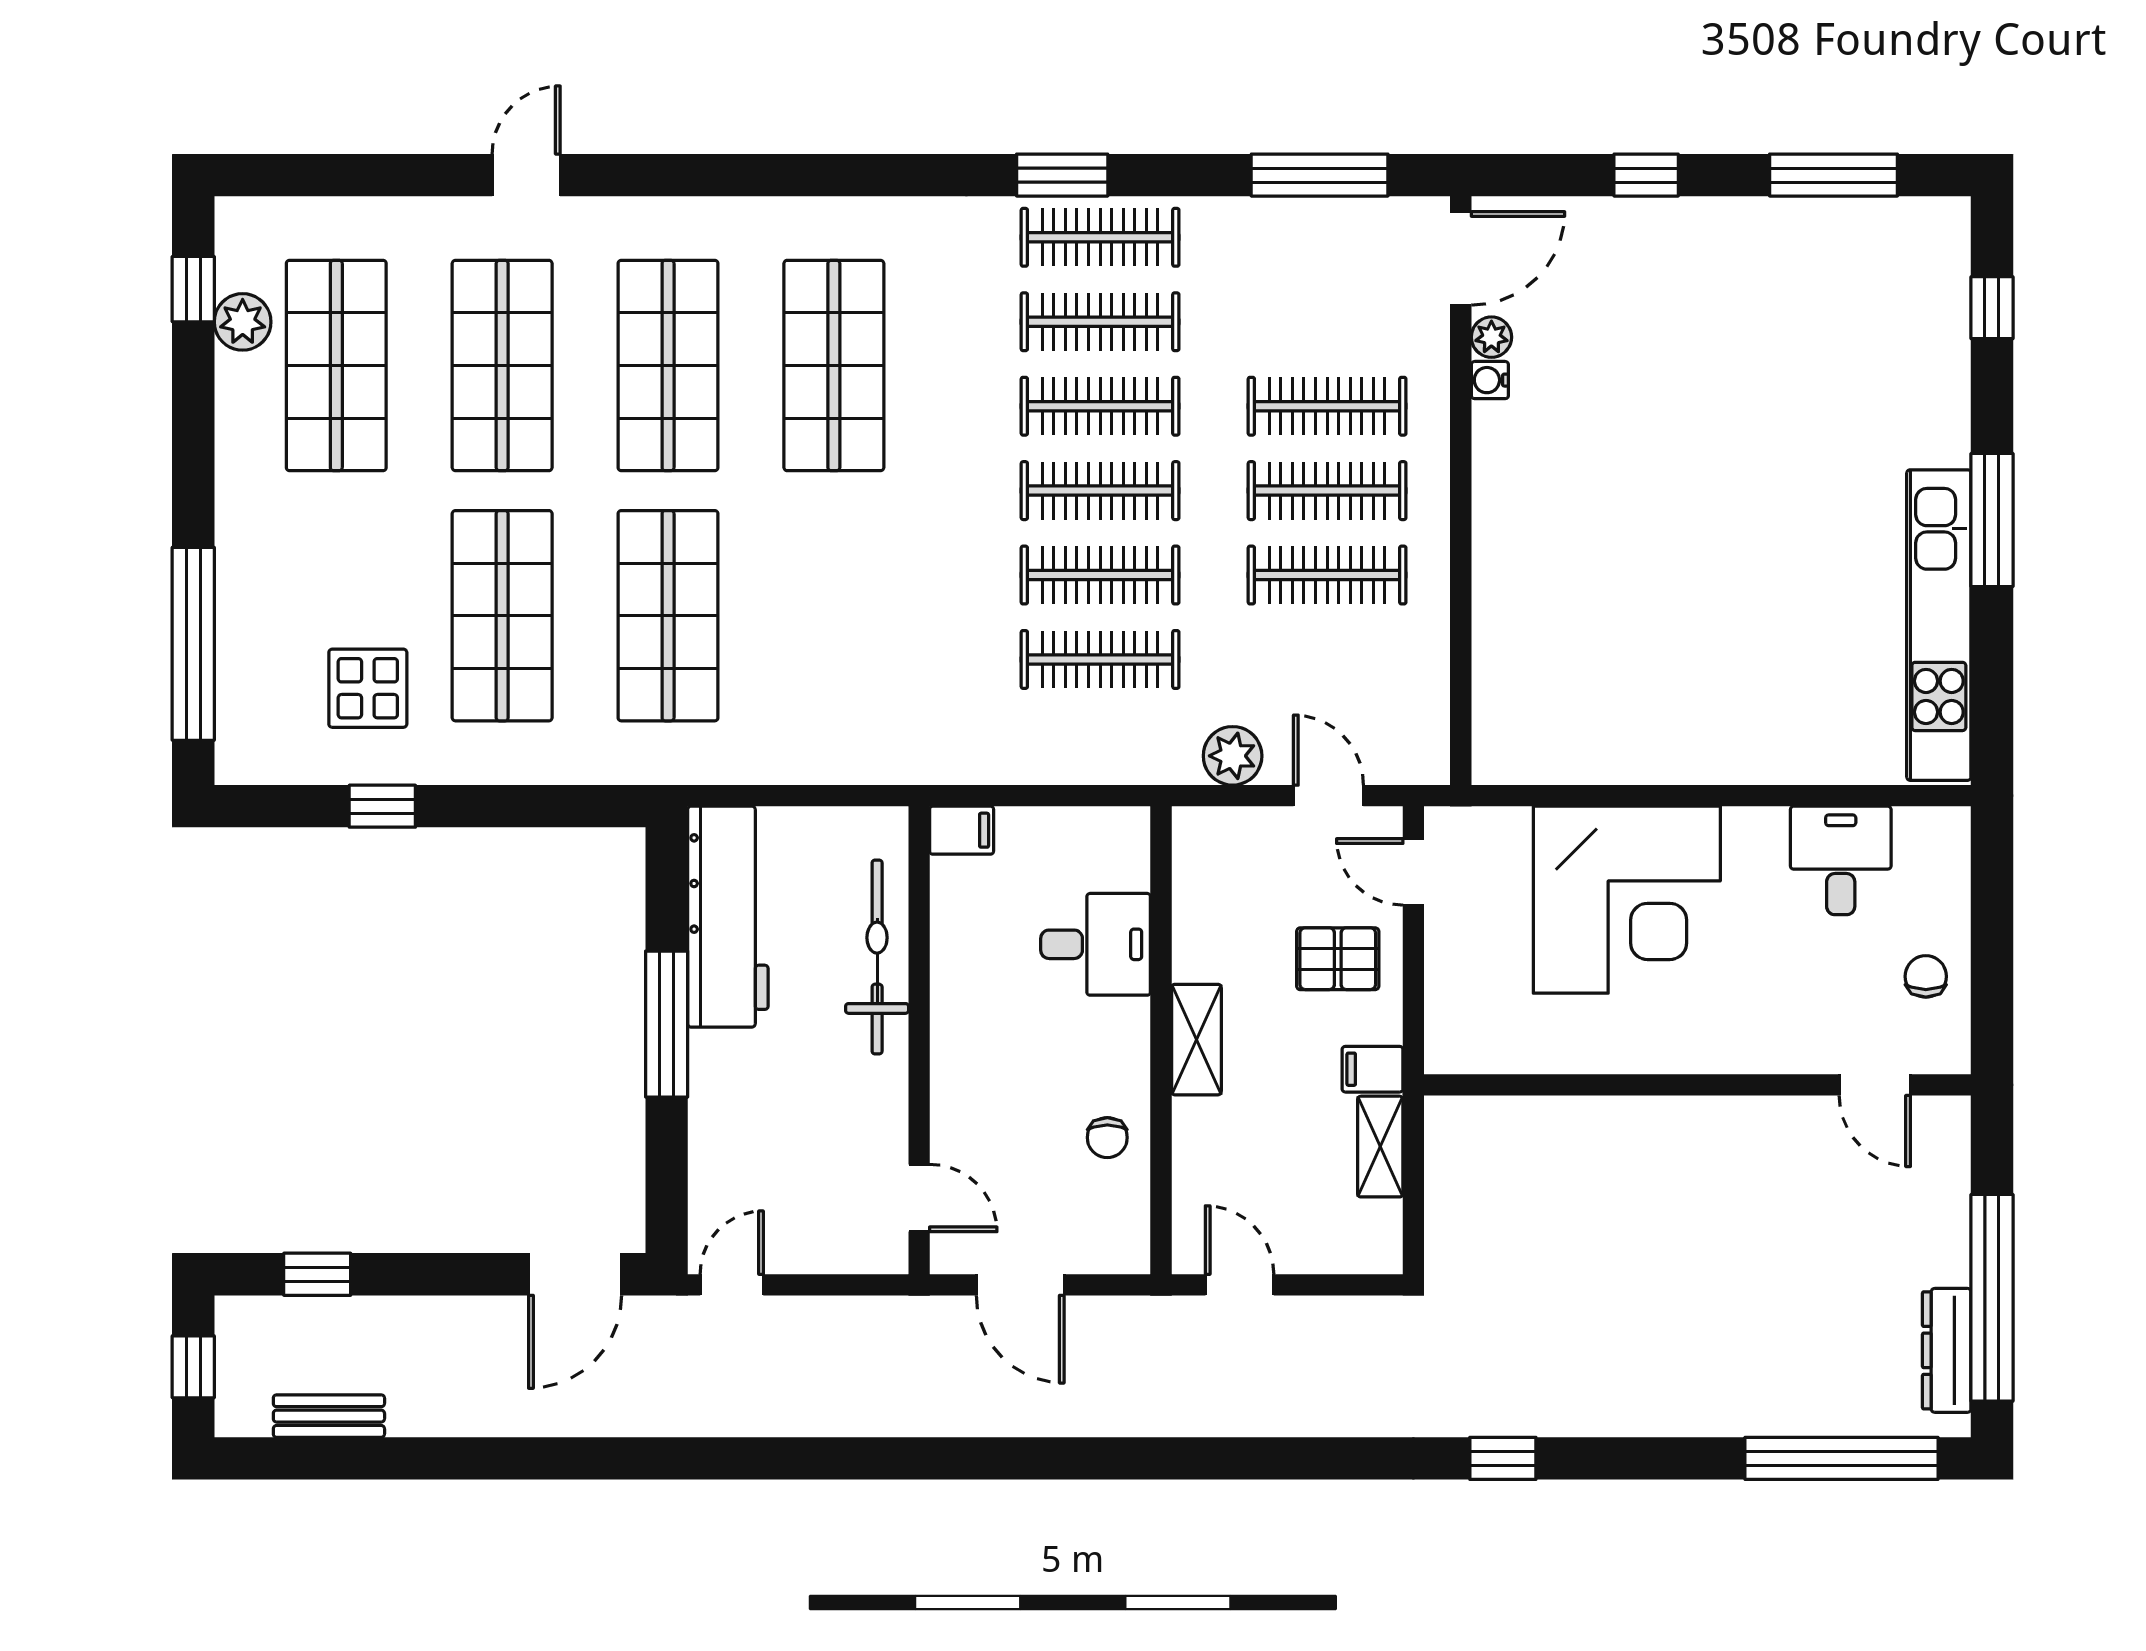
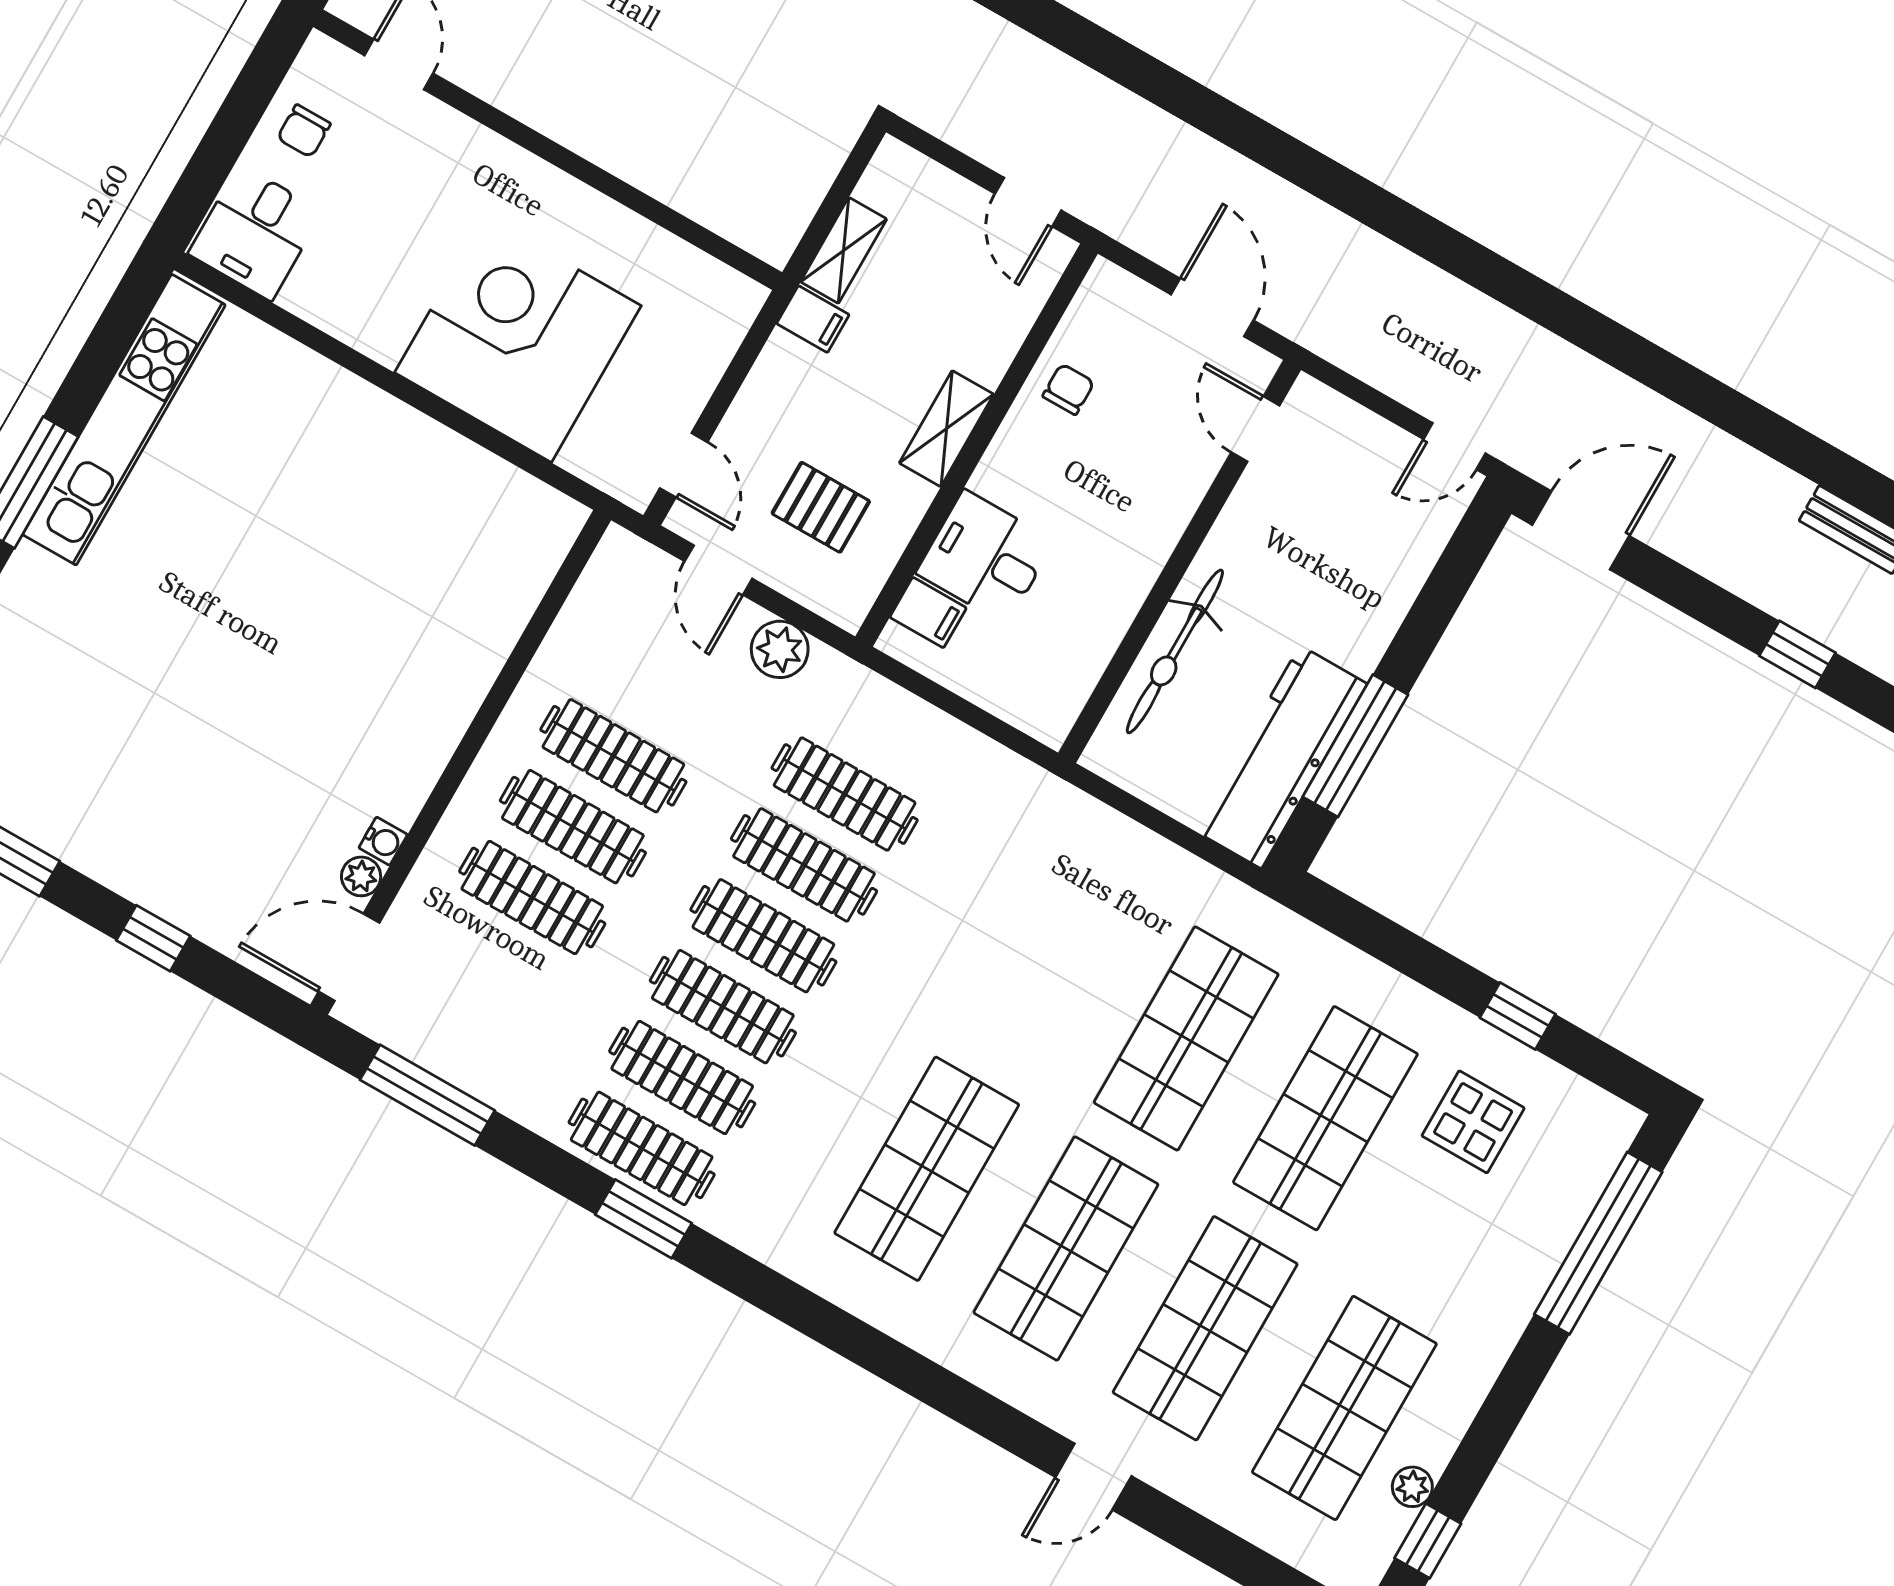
plant: (243, 322) -> (1412, 1487), width x0.73, depth x0.73
filing cabinet: (962, 830) -> (928, 613), moved, turned 180
desk: (1841, 860) -> (255, 233), moved
pallet: (1338, 959) -> (821, 507), moved
window: (667, 1024) -> (1355, 746), moved

